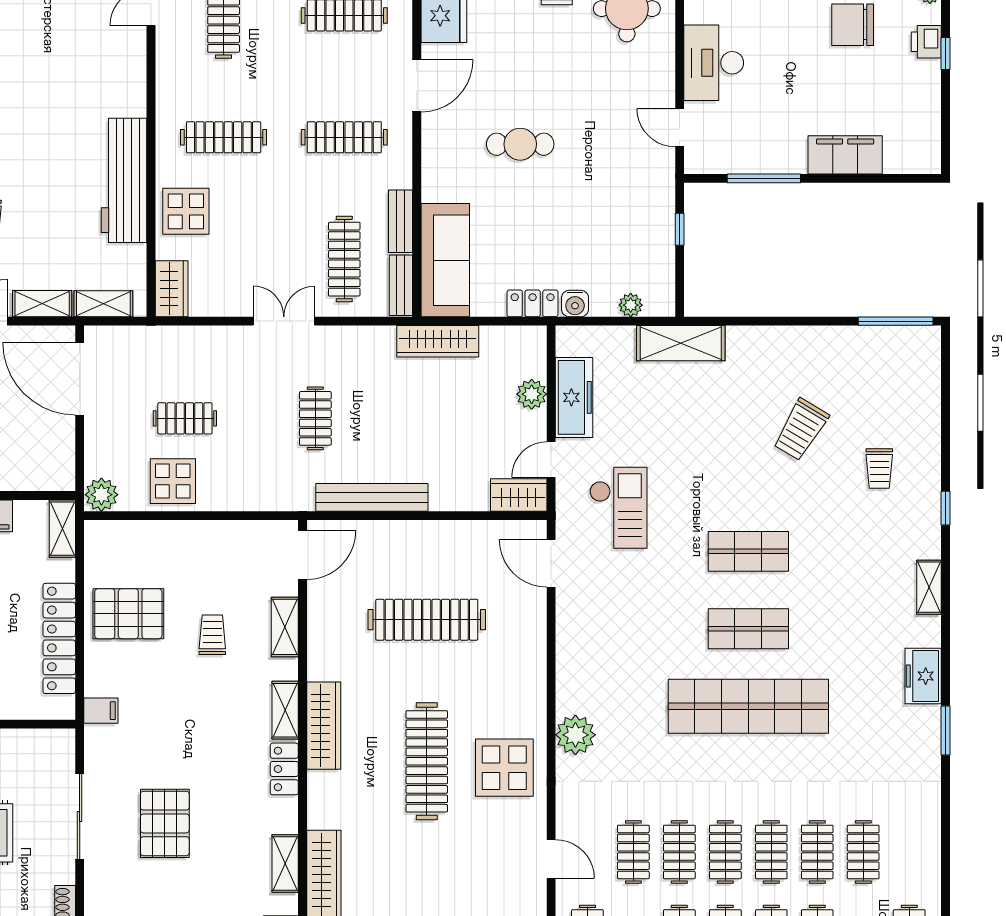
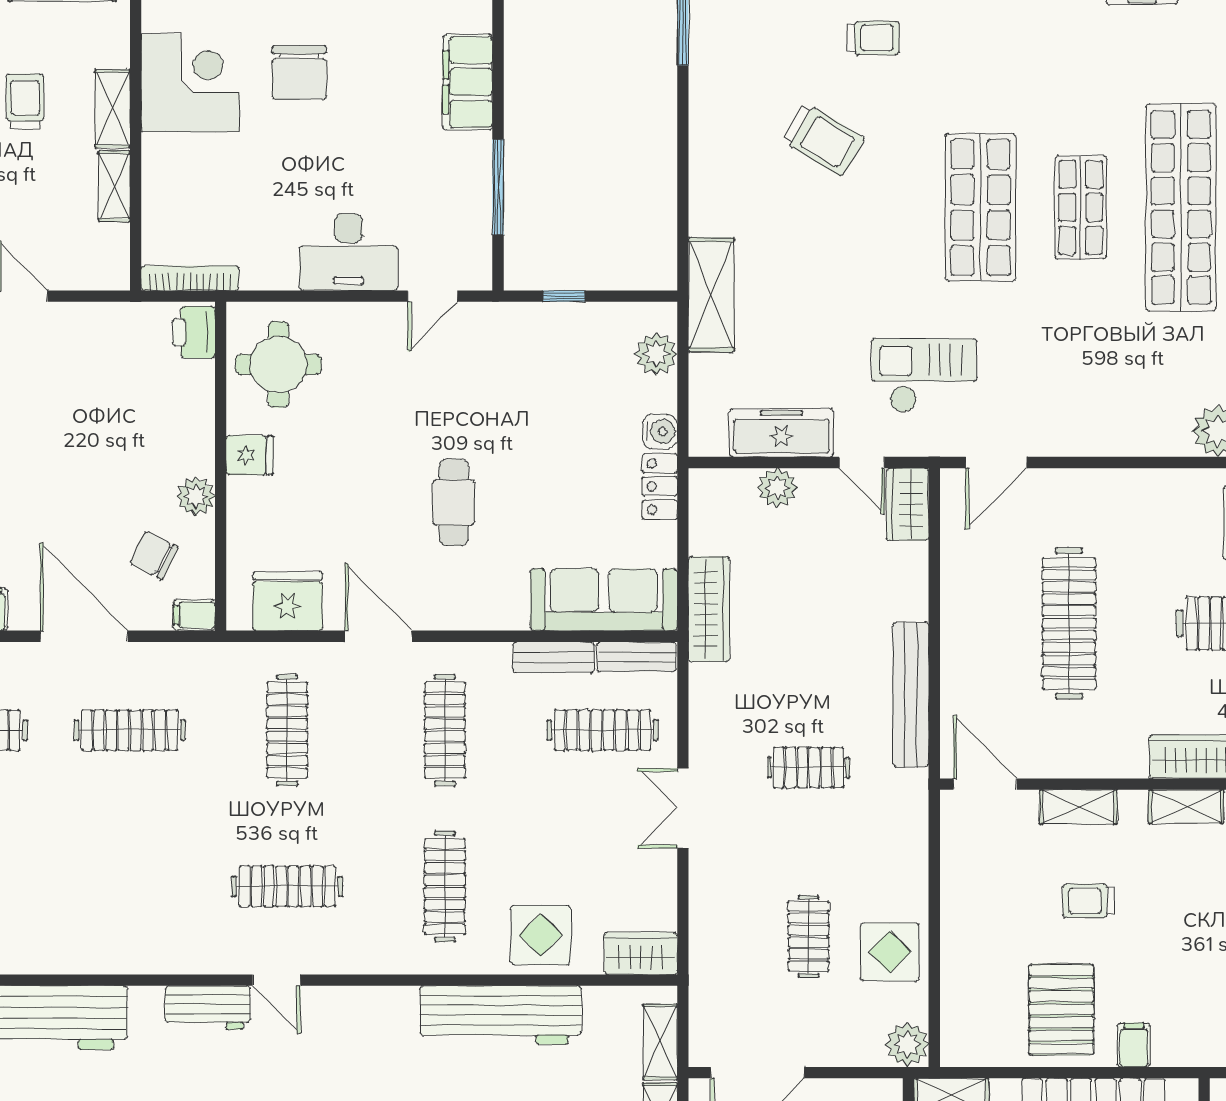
plant: (631, 305) -> (656, 354), width x1.38, depth x1.38
shop shelf: (748, 551) -> (980, 207), width x1.43, depth x1.36
filing cabinet: (101, 711) -> (1134, 1045), moved

